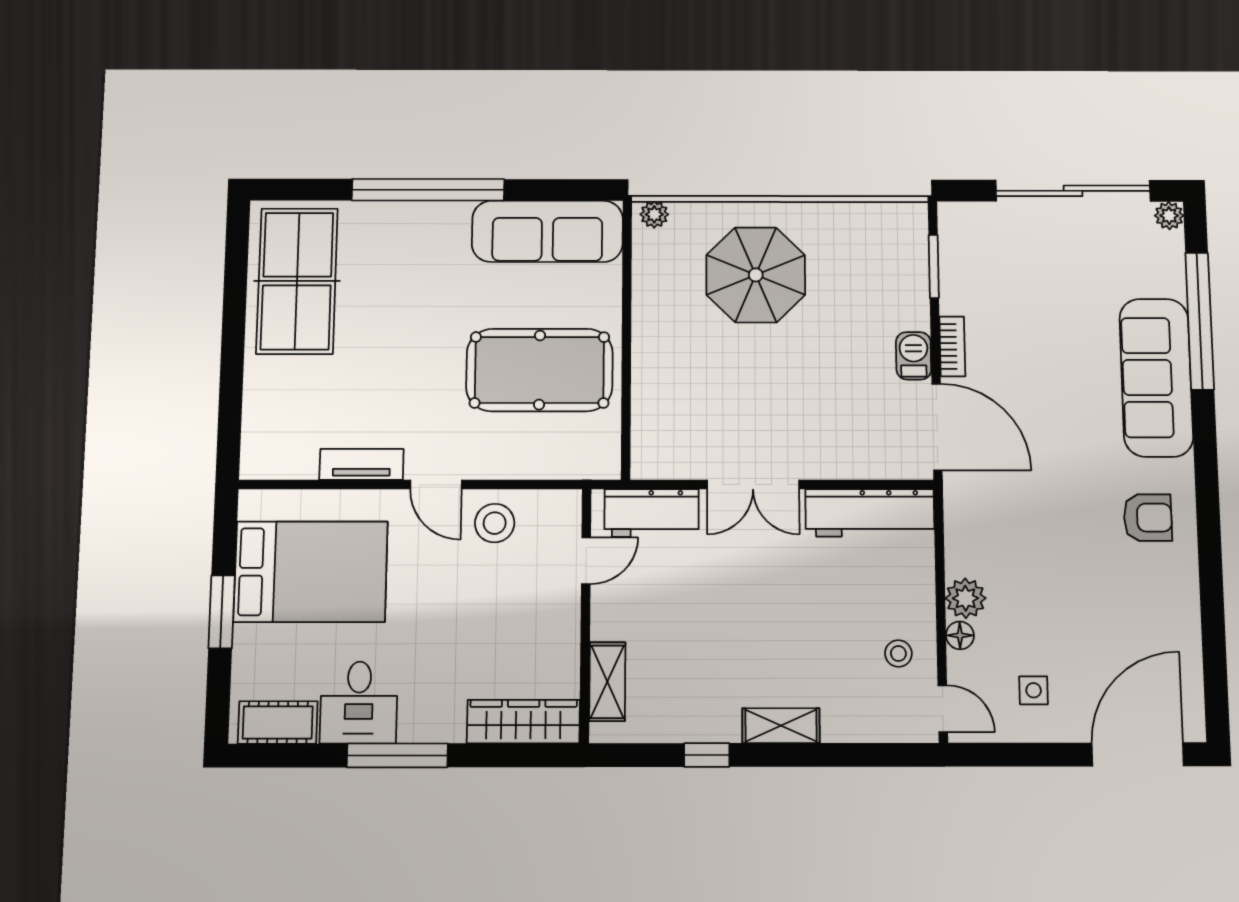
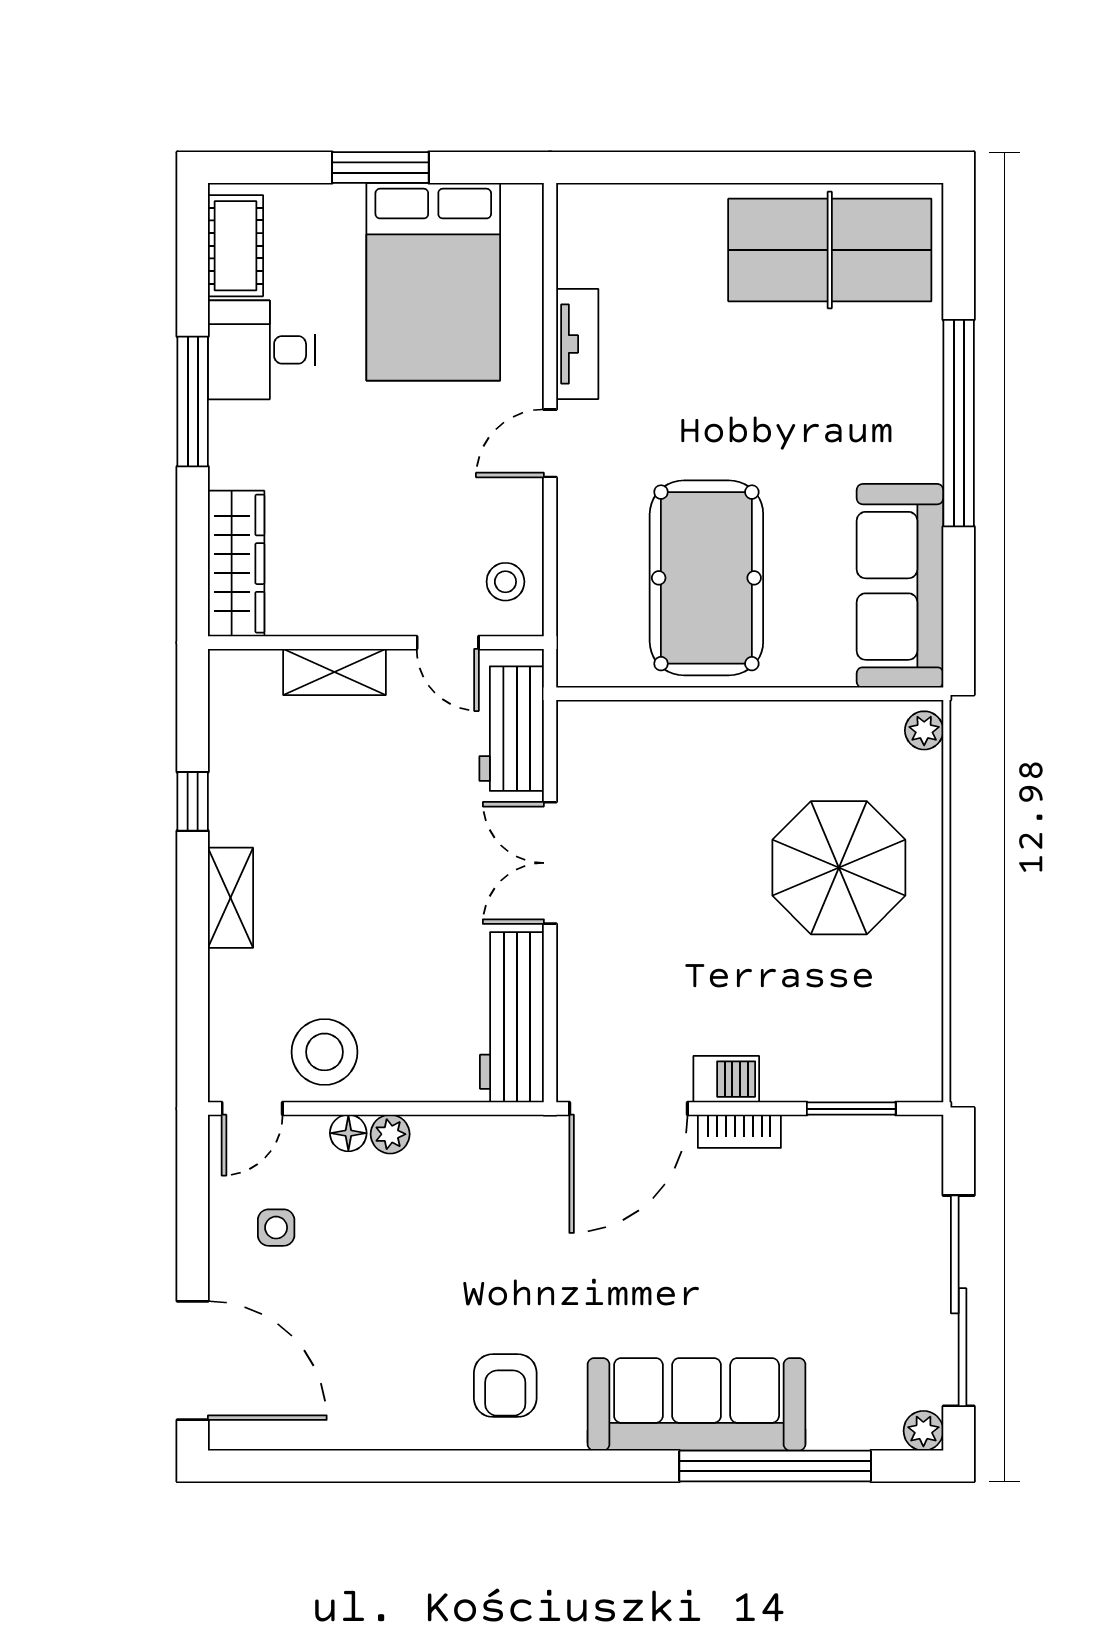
stool: (495, 523) -> (505, 582), moved, width x0.73, depth x0.73
plant: (965, 598) -> (390, 1134), width x0.73, depth x0.73
stool: (898, 654) -> (325, 1052), width x1.89, depth x1.89
shelving: (607, 682) -> (335, 672), moved

